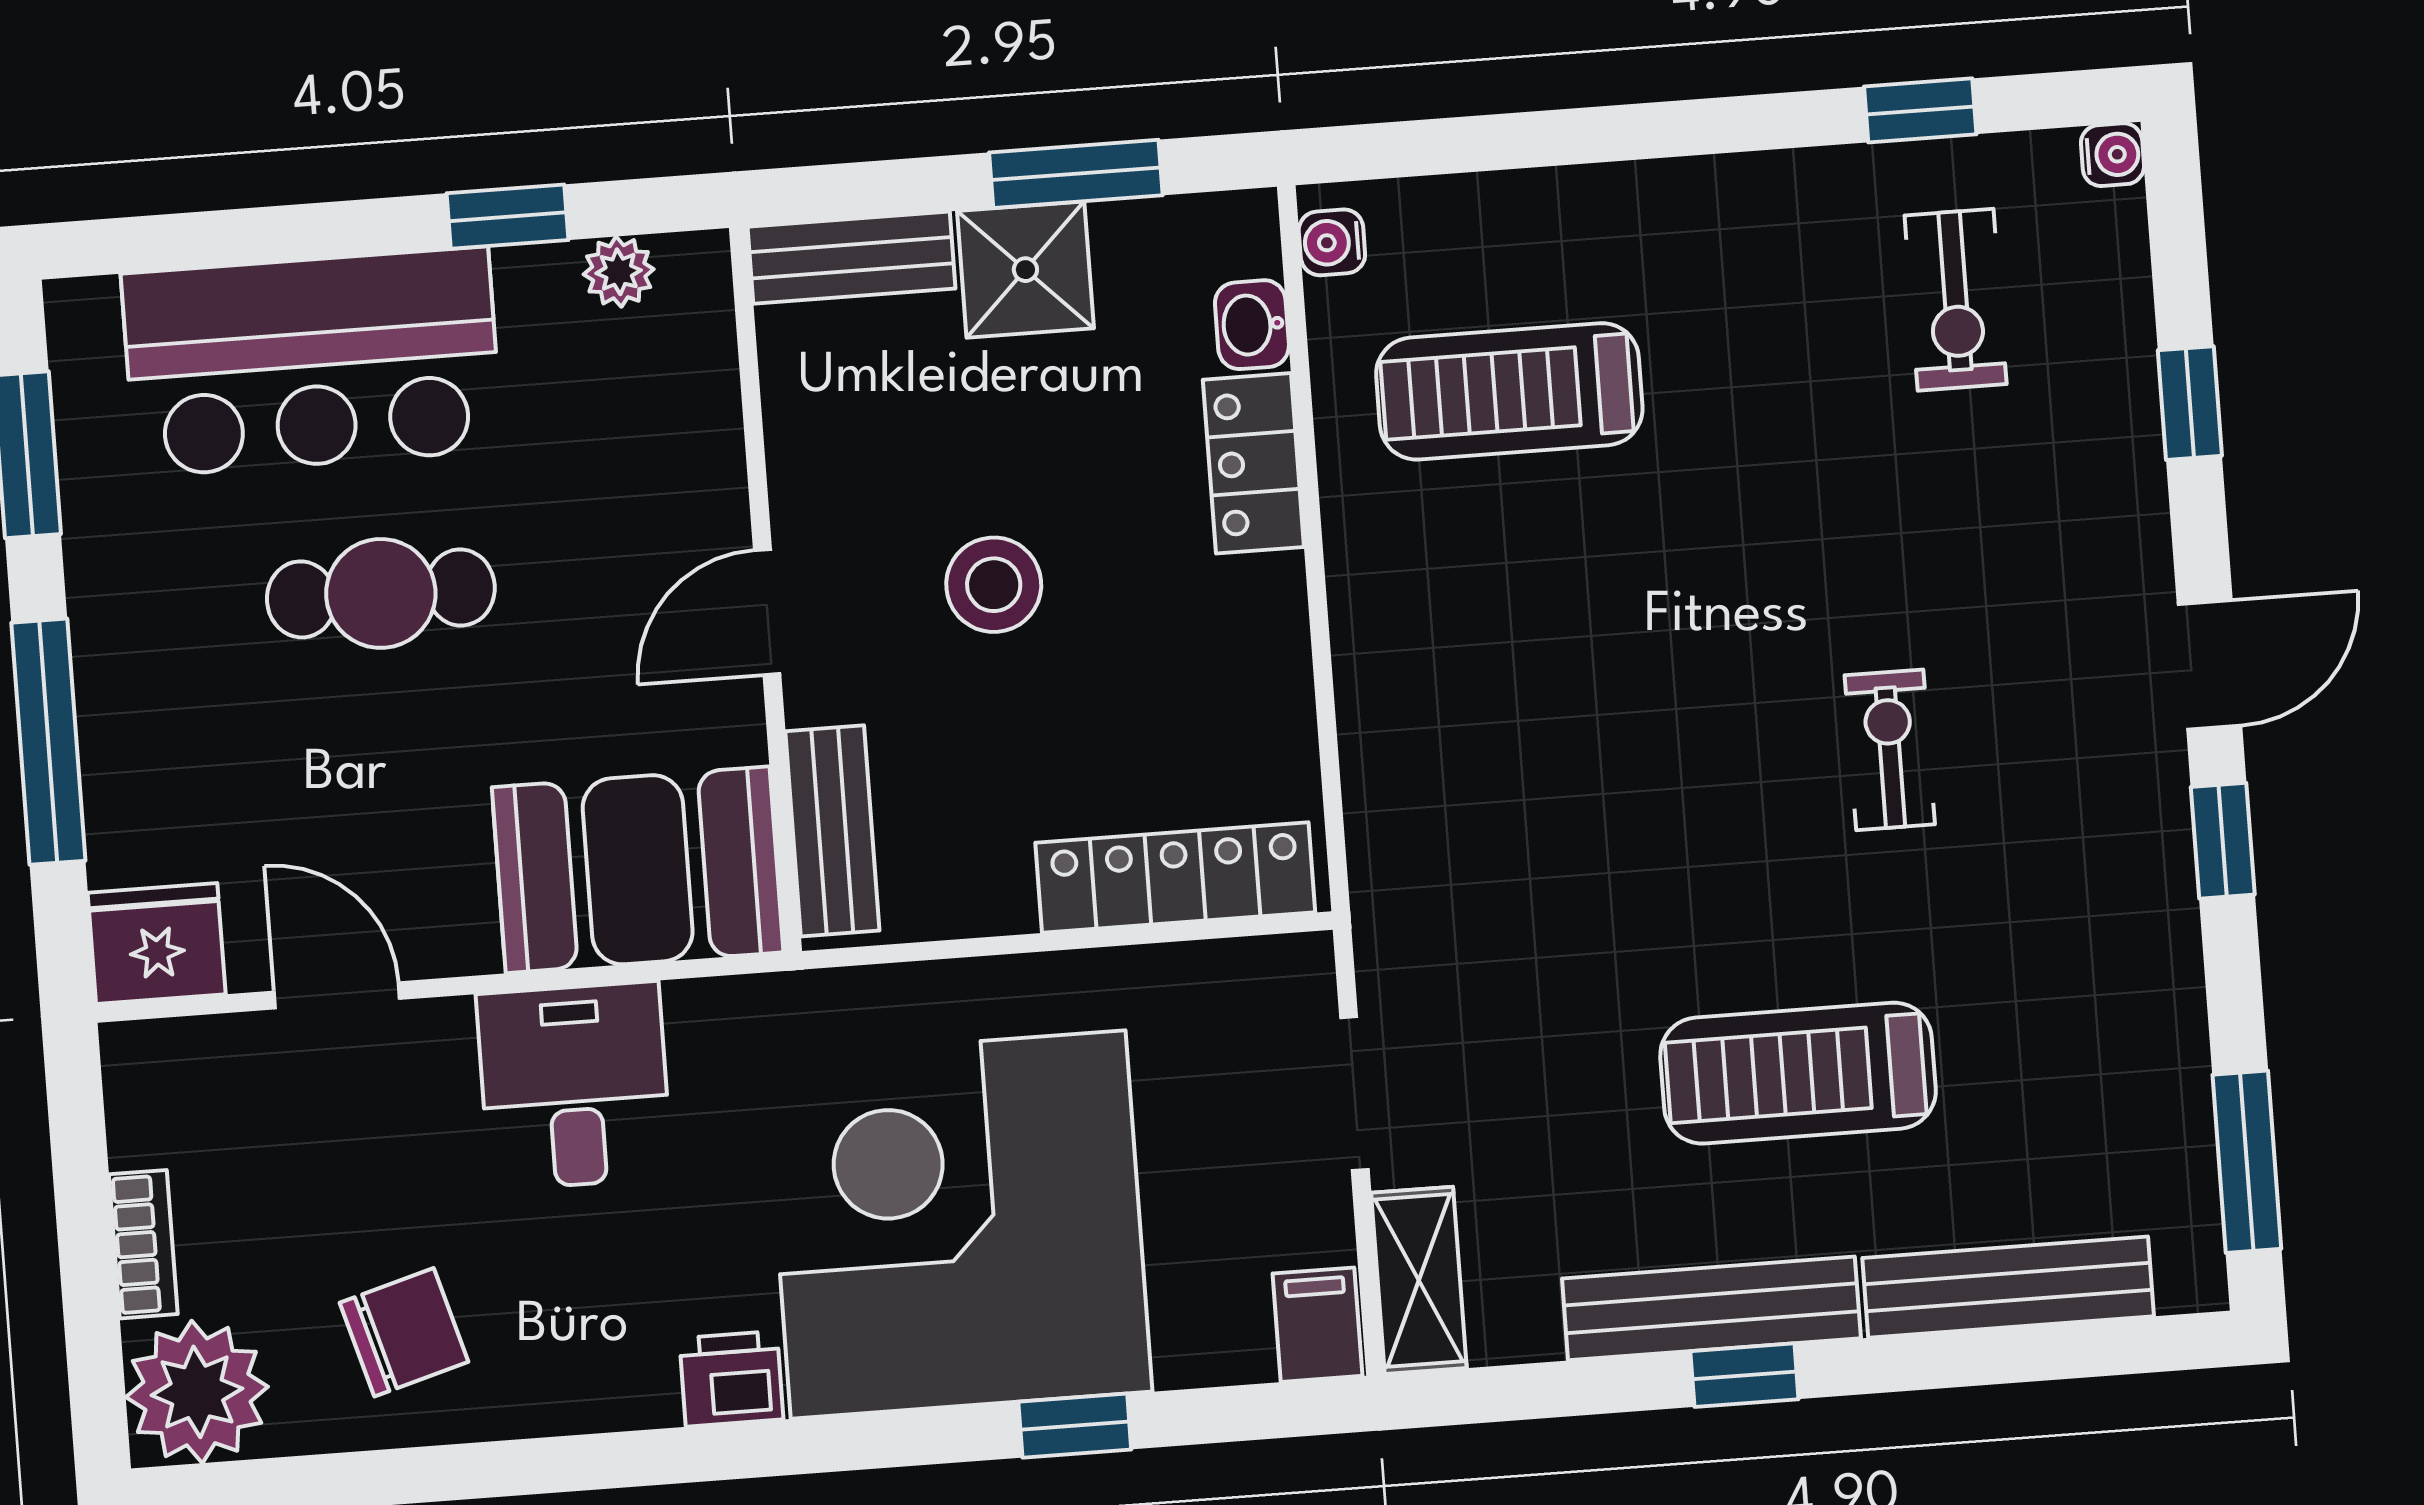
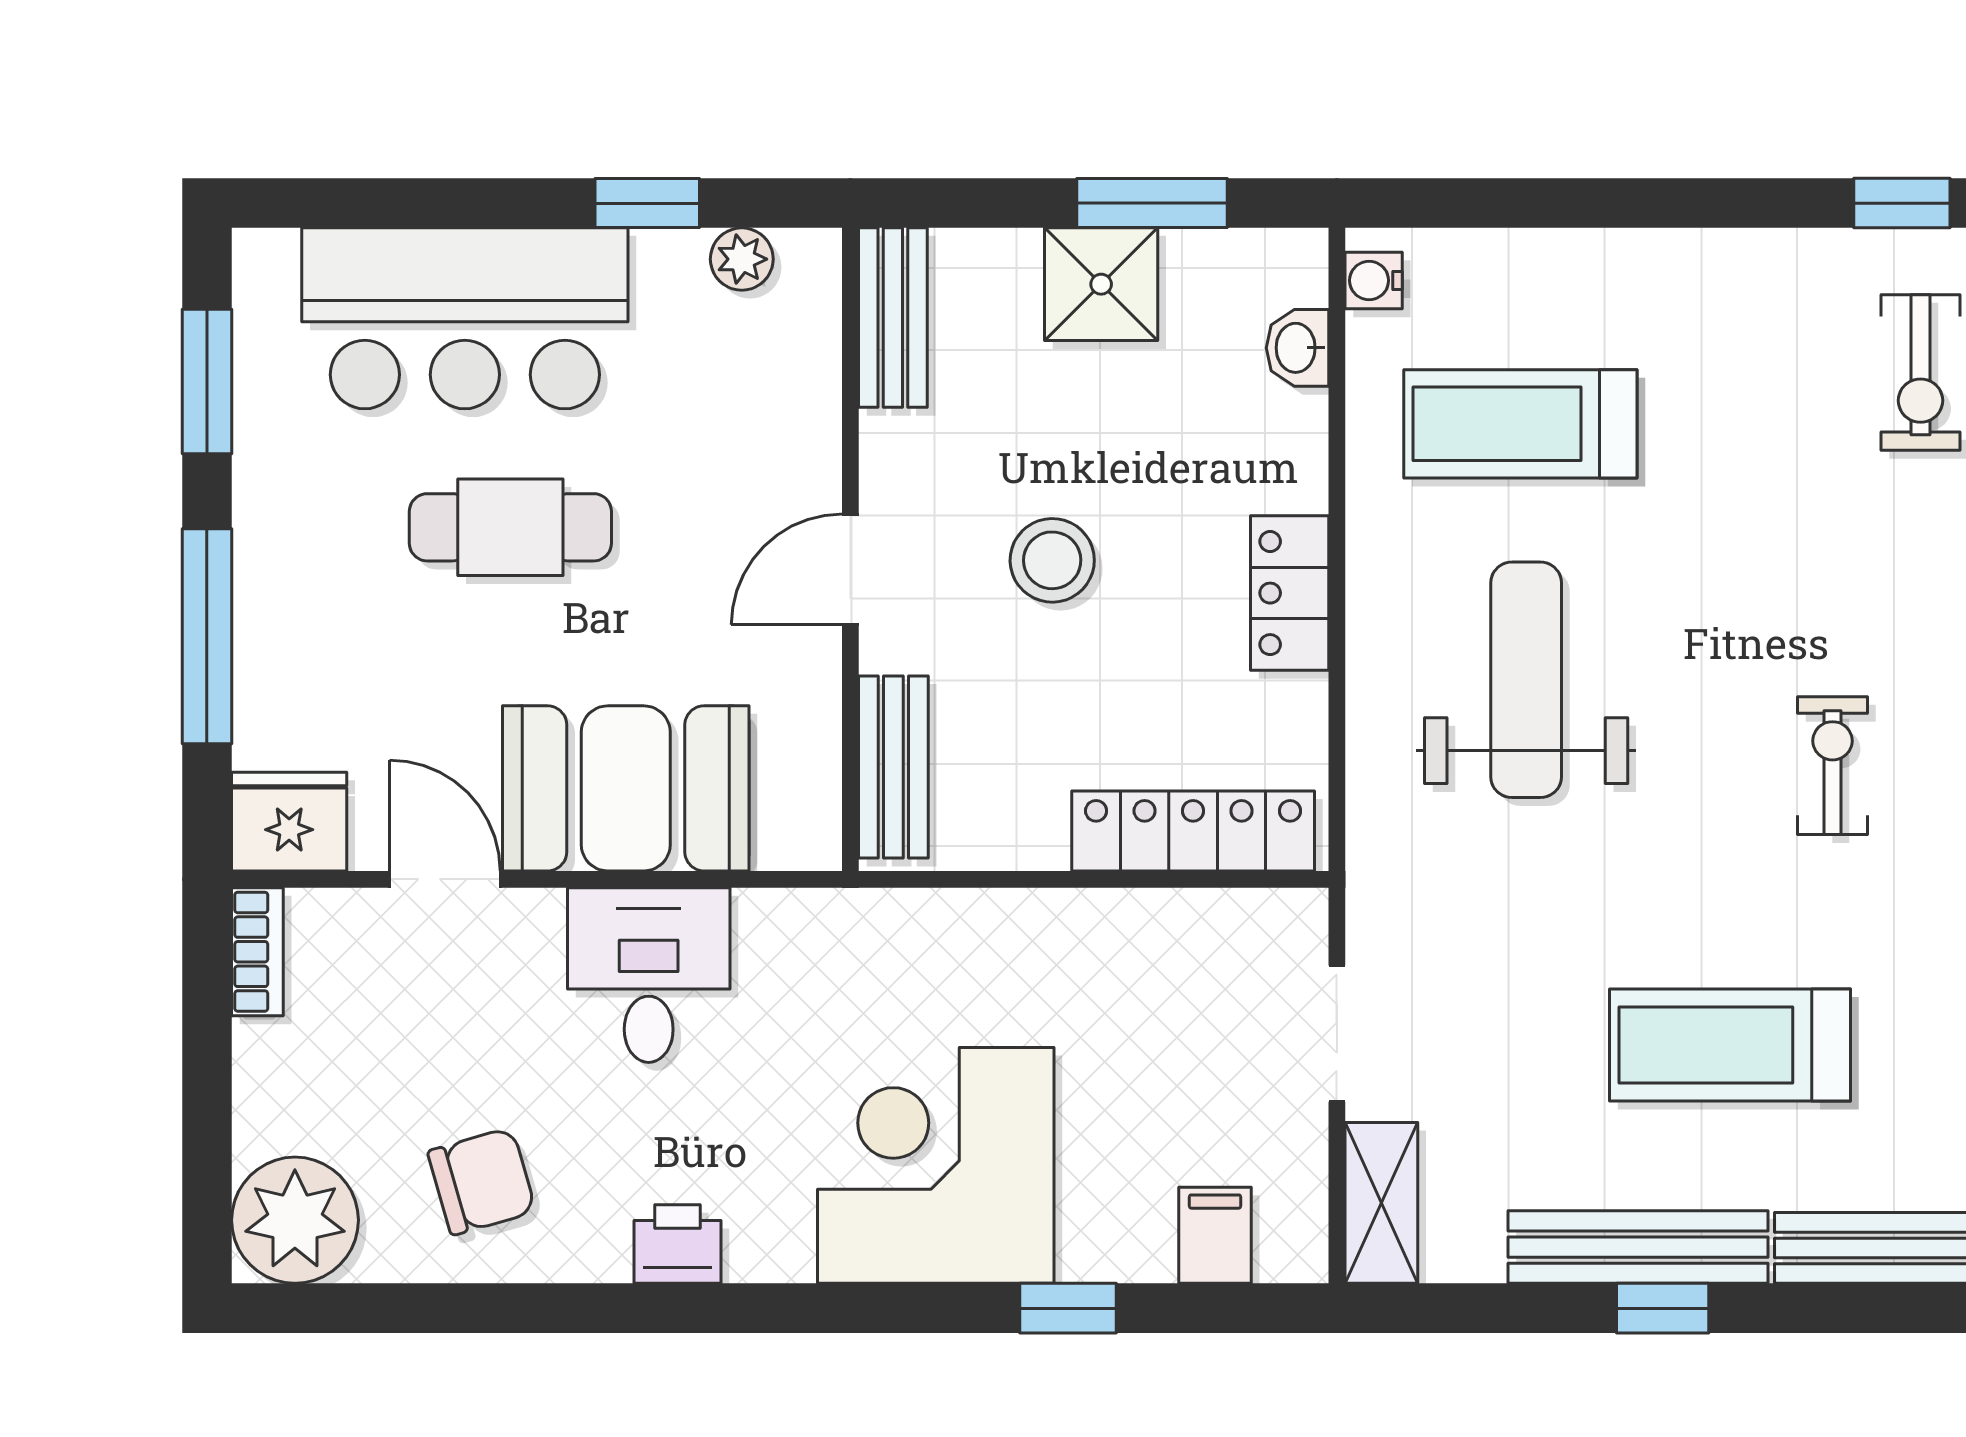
bench: (851, 258) -> (893, 318), moved, turned 90
locker: (1253, 463) -> (1290, 593), moved
weight bench: (1538, 679) -> (1526, 680), added
booth: (638, 870) -> (626, 788), moved
corner desk: (958, 1224) -> (936, 1165), width x0.74, depth x0.74
bookcase: (143, 1244) -> (257, 952), moved
filing cabinet: (1317, 1325) -> (1215, 1235), moved
printer: (731, 1379) -> (677, 1244), moved

